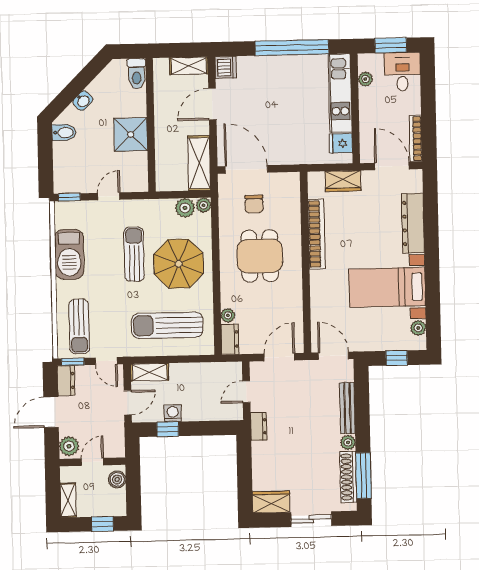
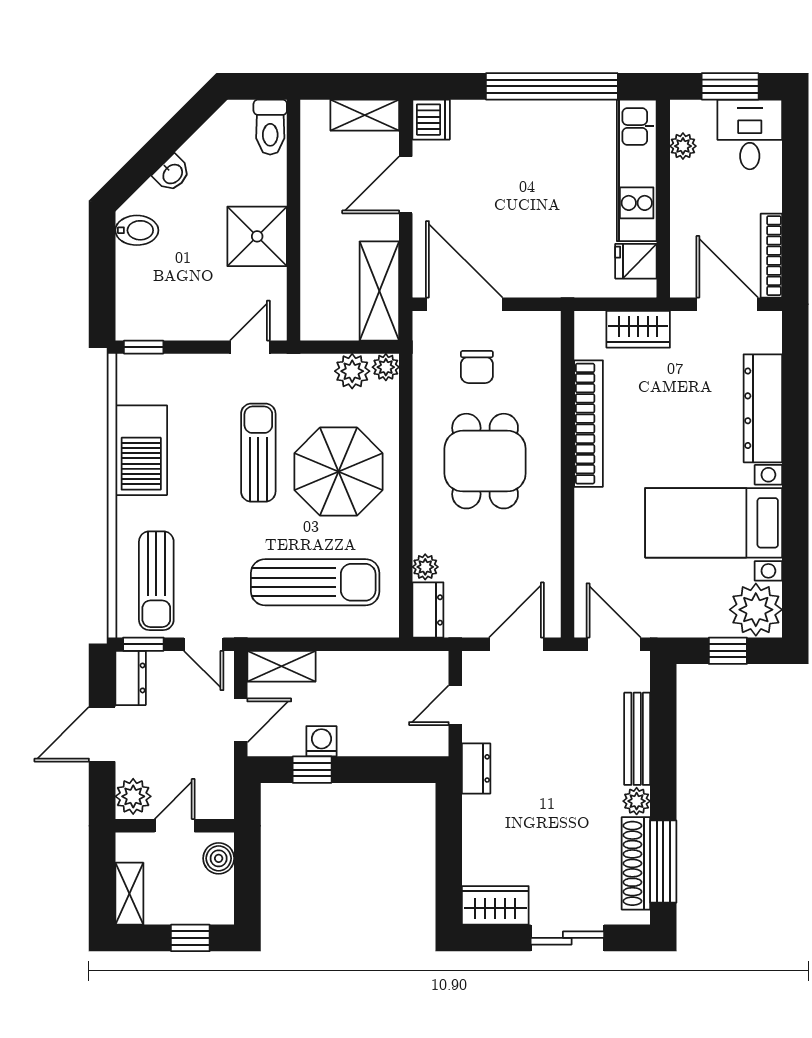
door: (109, 196) -> (250, 347), moved
sun lounger: (167, 325) -> (315, 582), turned 180
plant: (418, 328) -> (756, 610), width x1.87, depth x1.87

